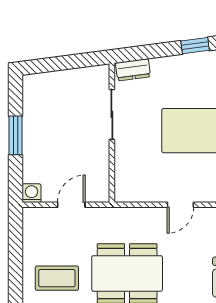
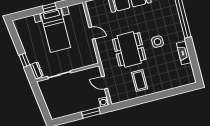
window: (195, 46) -> (24, 60), moved
window: (16, 135) -> (91, 113), moved

